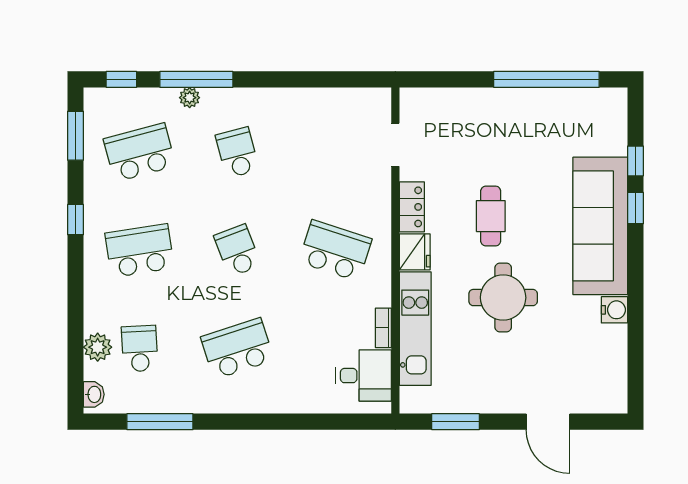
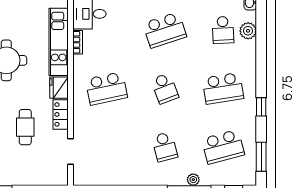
cafe table: (491, 216) -> (25, 127), moved
school desk: (335, 251) -> (106, 88), turned -30

